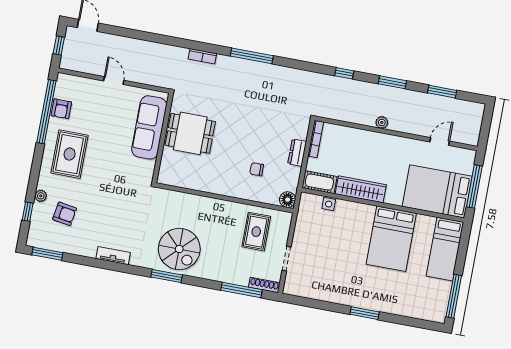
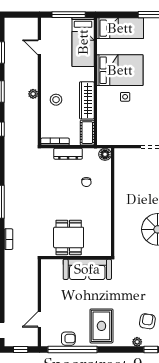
door: (114, 81) -> (39, 319), moved
sofa: (149, 127) -> (87, 269), moved
stool: (369, 150) -> (56, 100), added
dresser: (297, 153) -> (68, 154), width x1.44
rug: (70, 154) -> (101, 326), turned 90
bed: (437, 191) -> (83, 42), width x0.67
side table: (329, 204) -> (125, 97), moved
rug: (256, 232) -> (134, 174), removed

